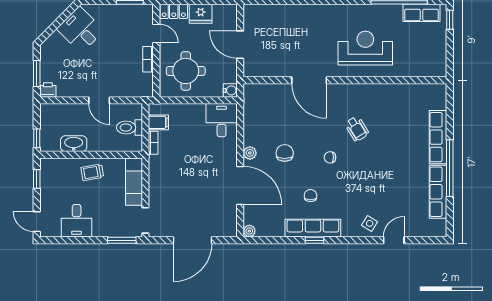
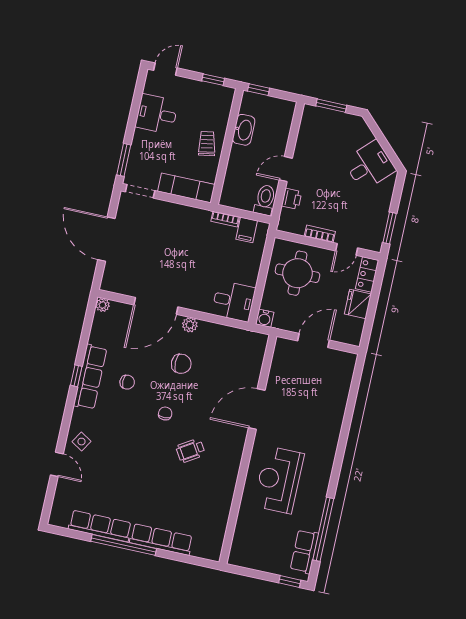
reception desk: (365, 48) -> (279, 480), turned 180
printer: (48, 90) -> (292, 199), moved
toilet: (129, 128) -> (265, 200), moved

